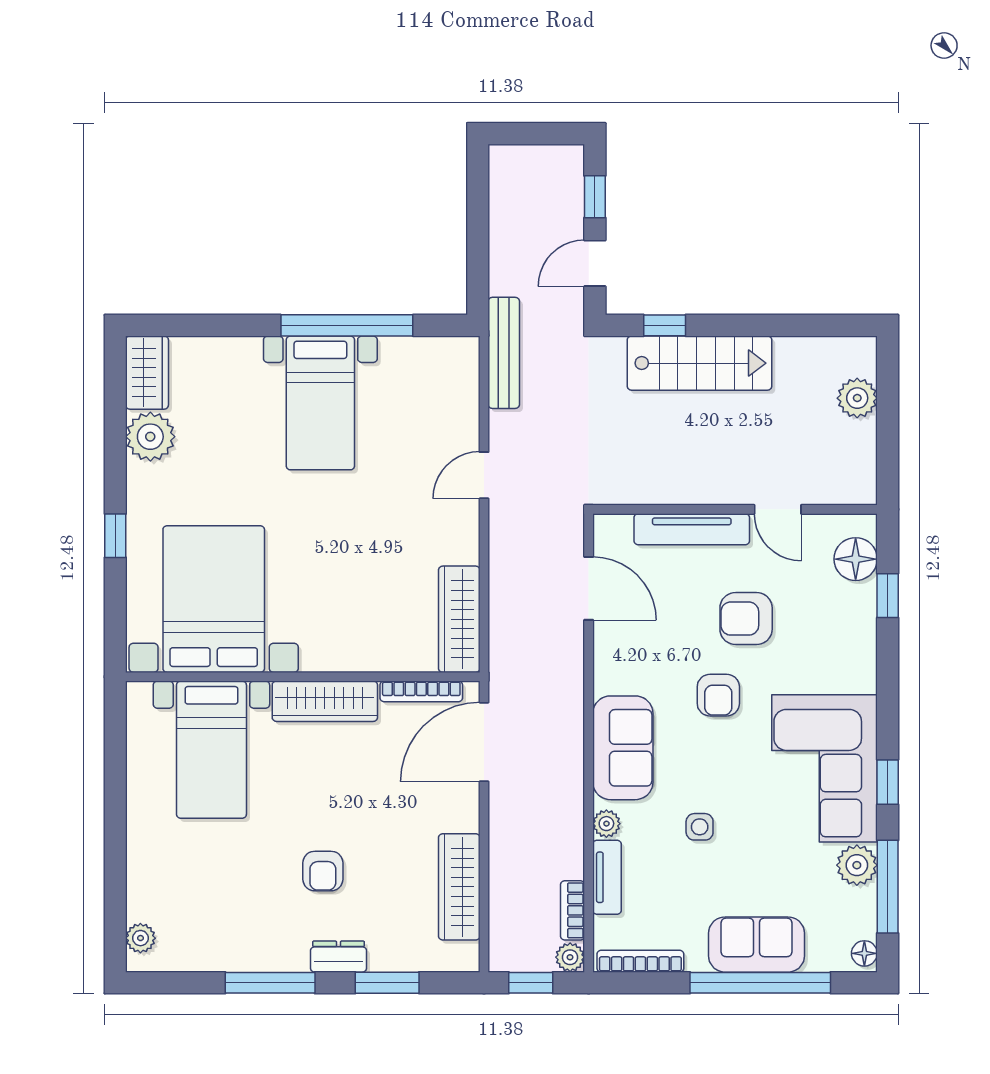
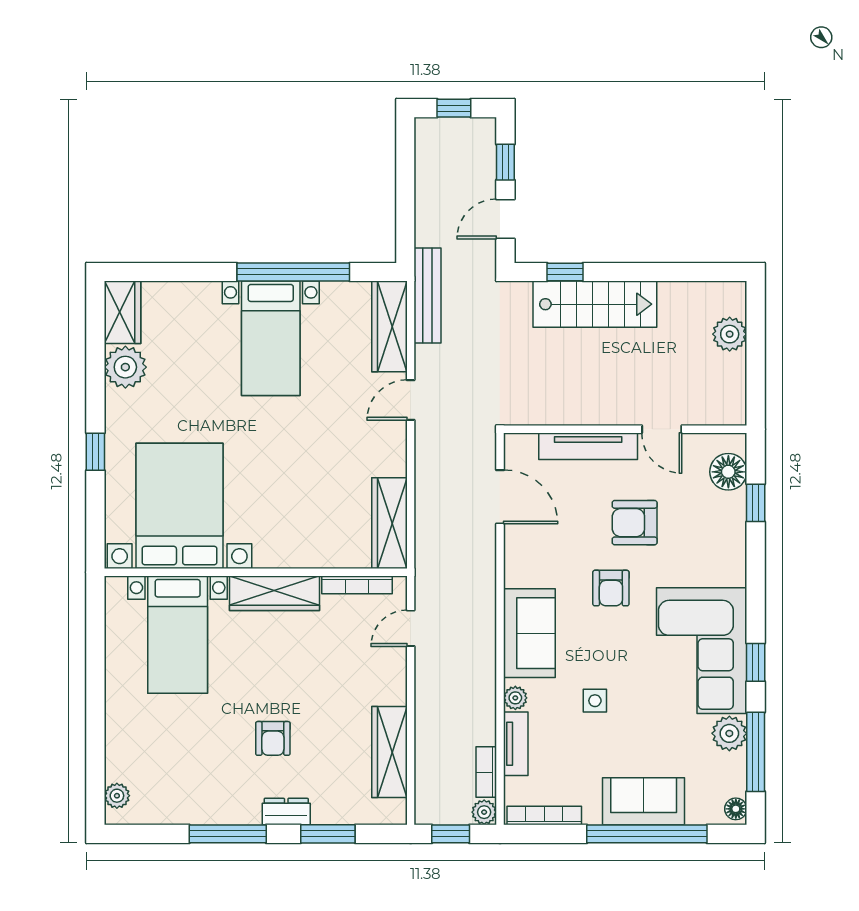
window: (535, 134) -> (454, 108), added
wardrobe: (459, 389) -> (389, 326), added
door: (484, 742) -> (411, 628), width x0.53

